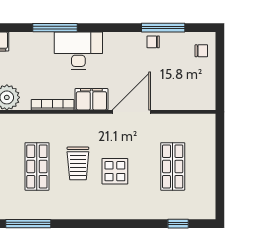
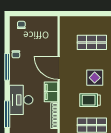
window: (163, 28) -> (7, 67), moved
trolley: (78, 163) -> (90, 100), turned 180

